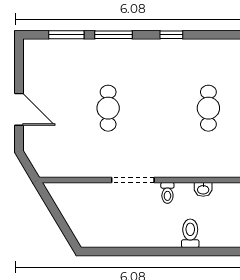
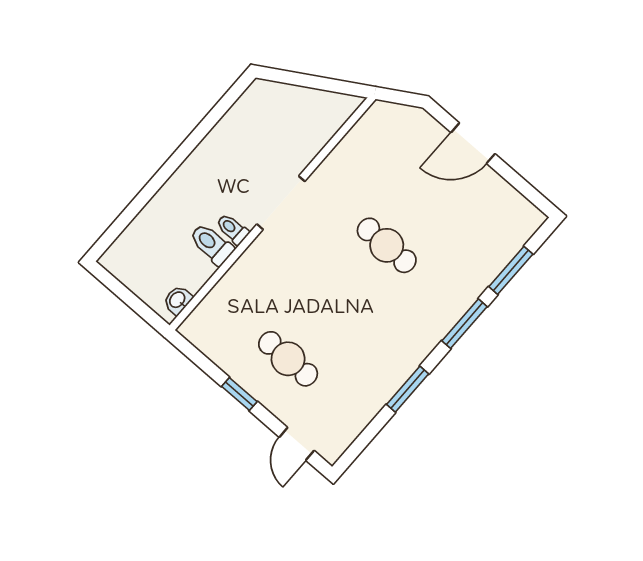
window: (171, 35) -> (408, 389), width x1.50
washbasin: (203, 189) -> (178, 300), moved
toilet: (190, 233) -> (212, 244), moved, turned 180

